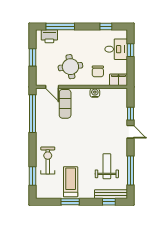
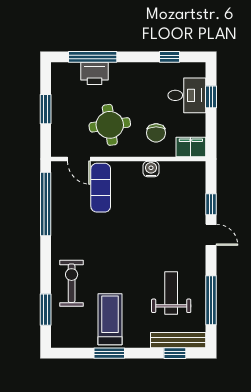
printer: (49, 36) -> (95, 73), moved

